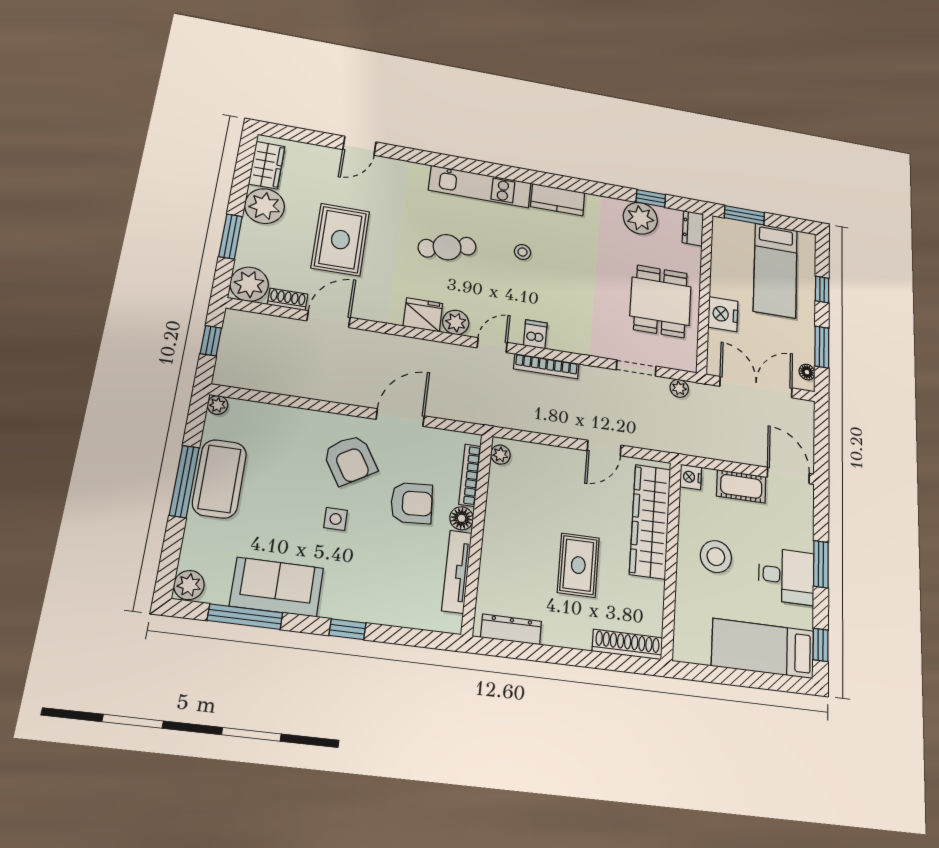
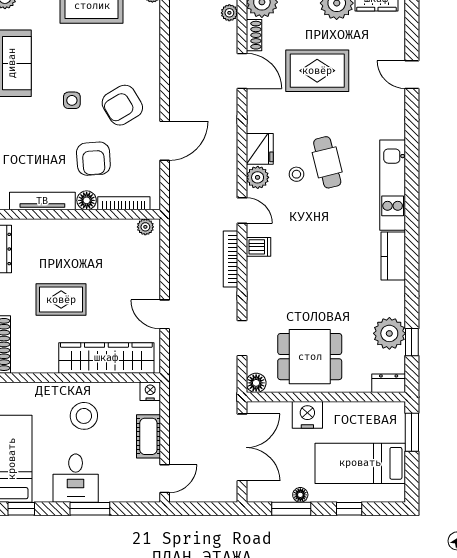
stool: (523, 252) -> (296, 174), moved
floor lamp: (686, 361) -> (256, 383), added
floor lamp: (807, 372) -> (300, 495), moved
plant: (679, 388) -> (229, 13), moved
door: (400, 418) -> (165, 141), hinge flipped
door: (788, 475) -> (165, 479), width x0.73

